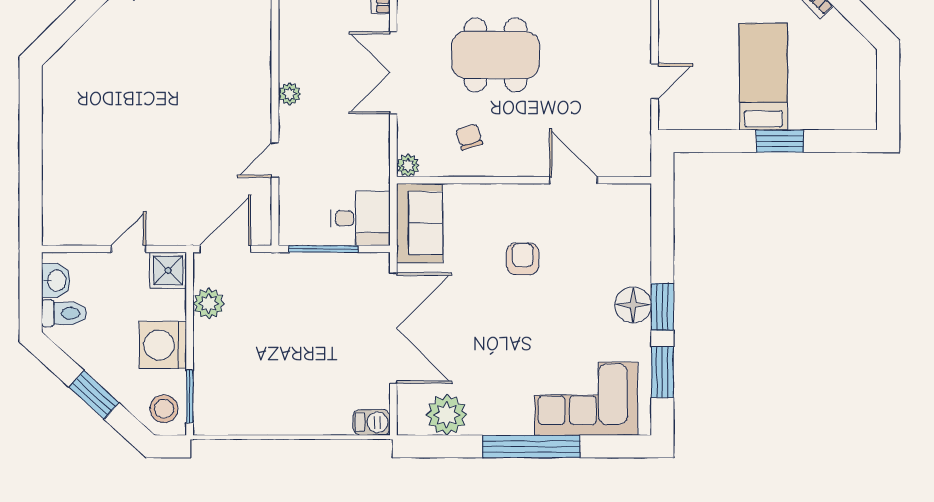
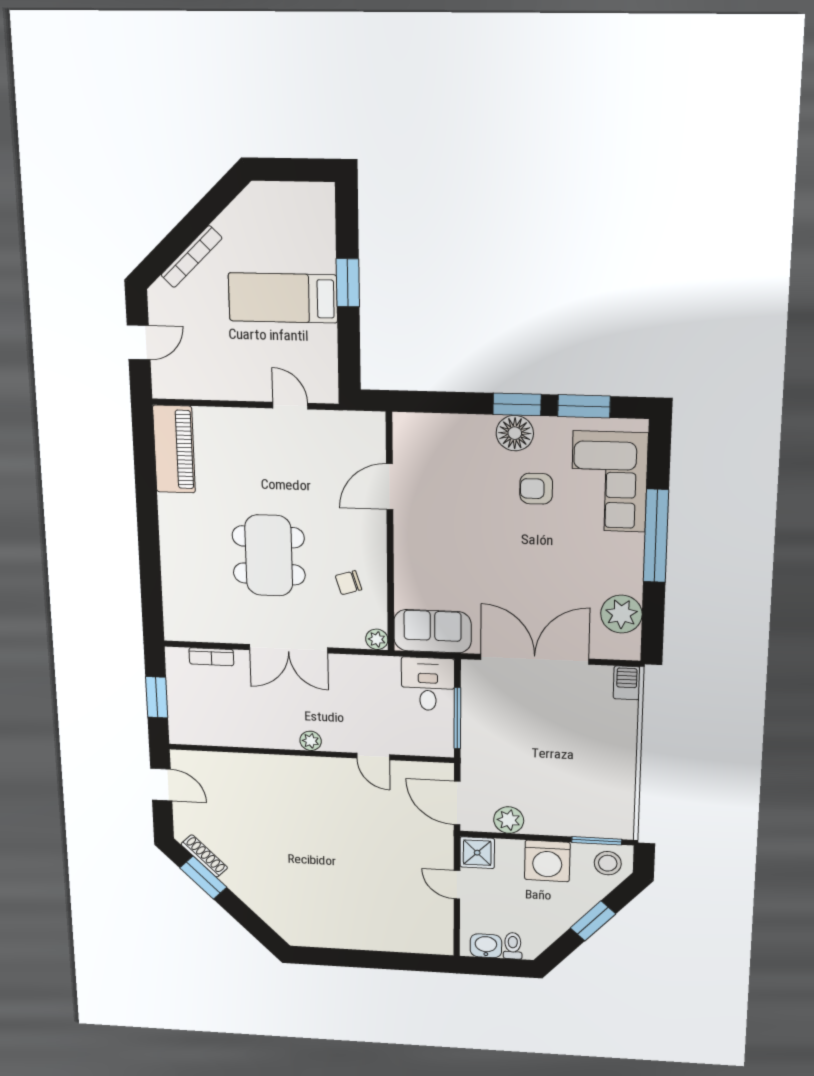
armchair: (523, 259) -> (536, 489), moved
toilet: (64, 313) -> (513, 946), width x0.73, depth x0.72

